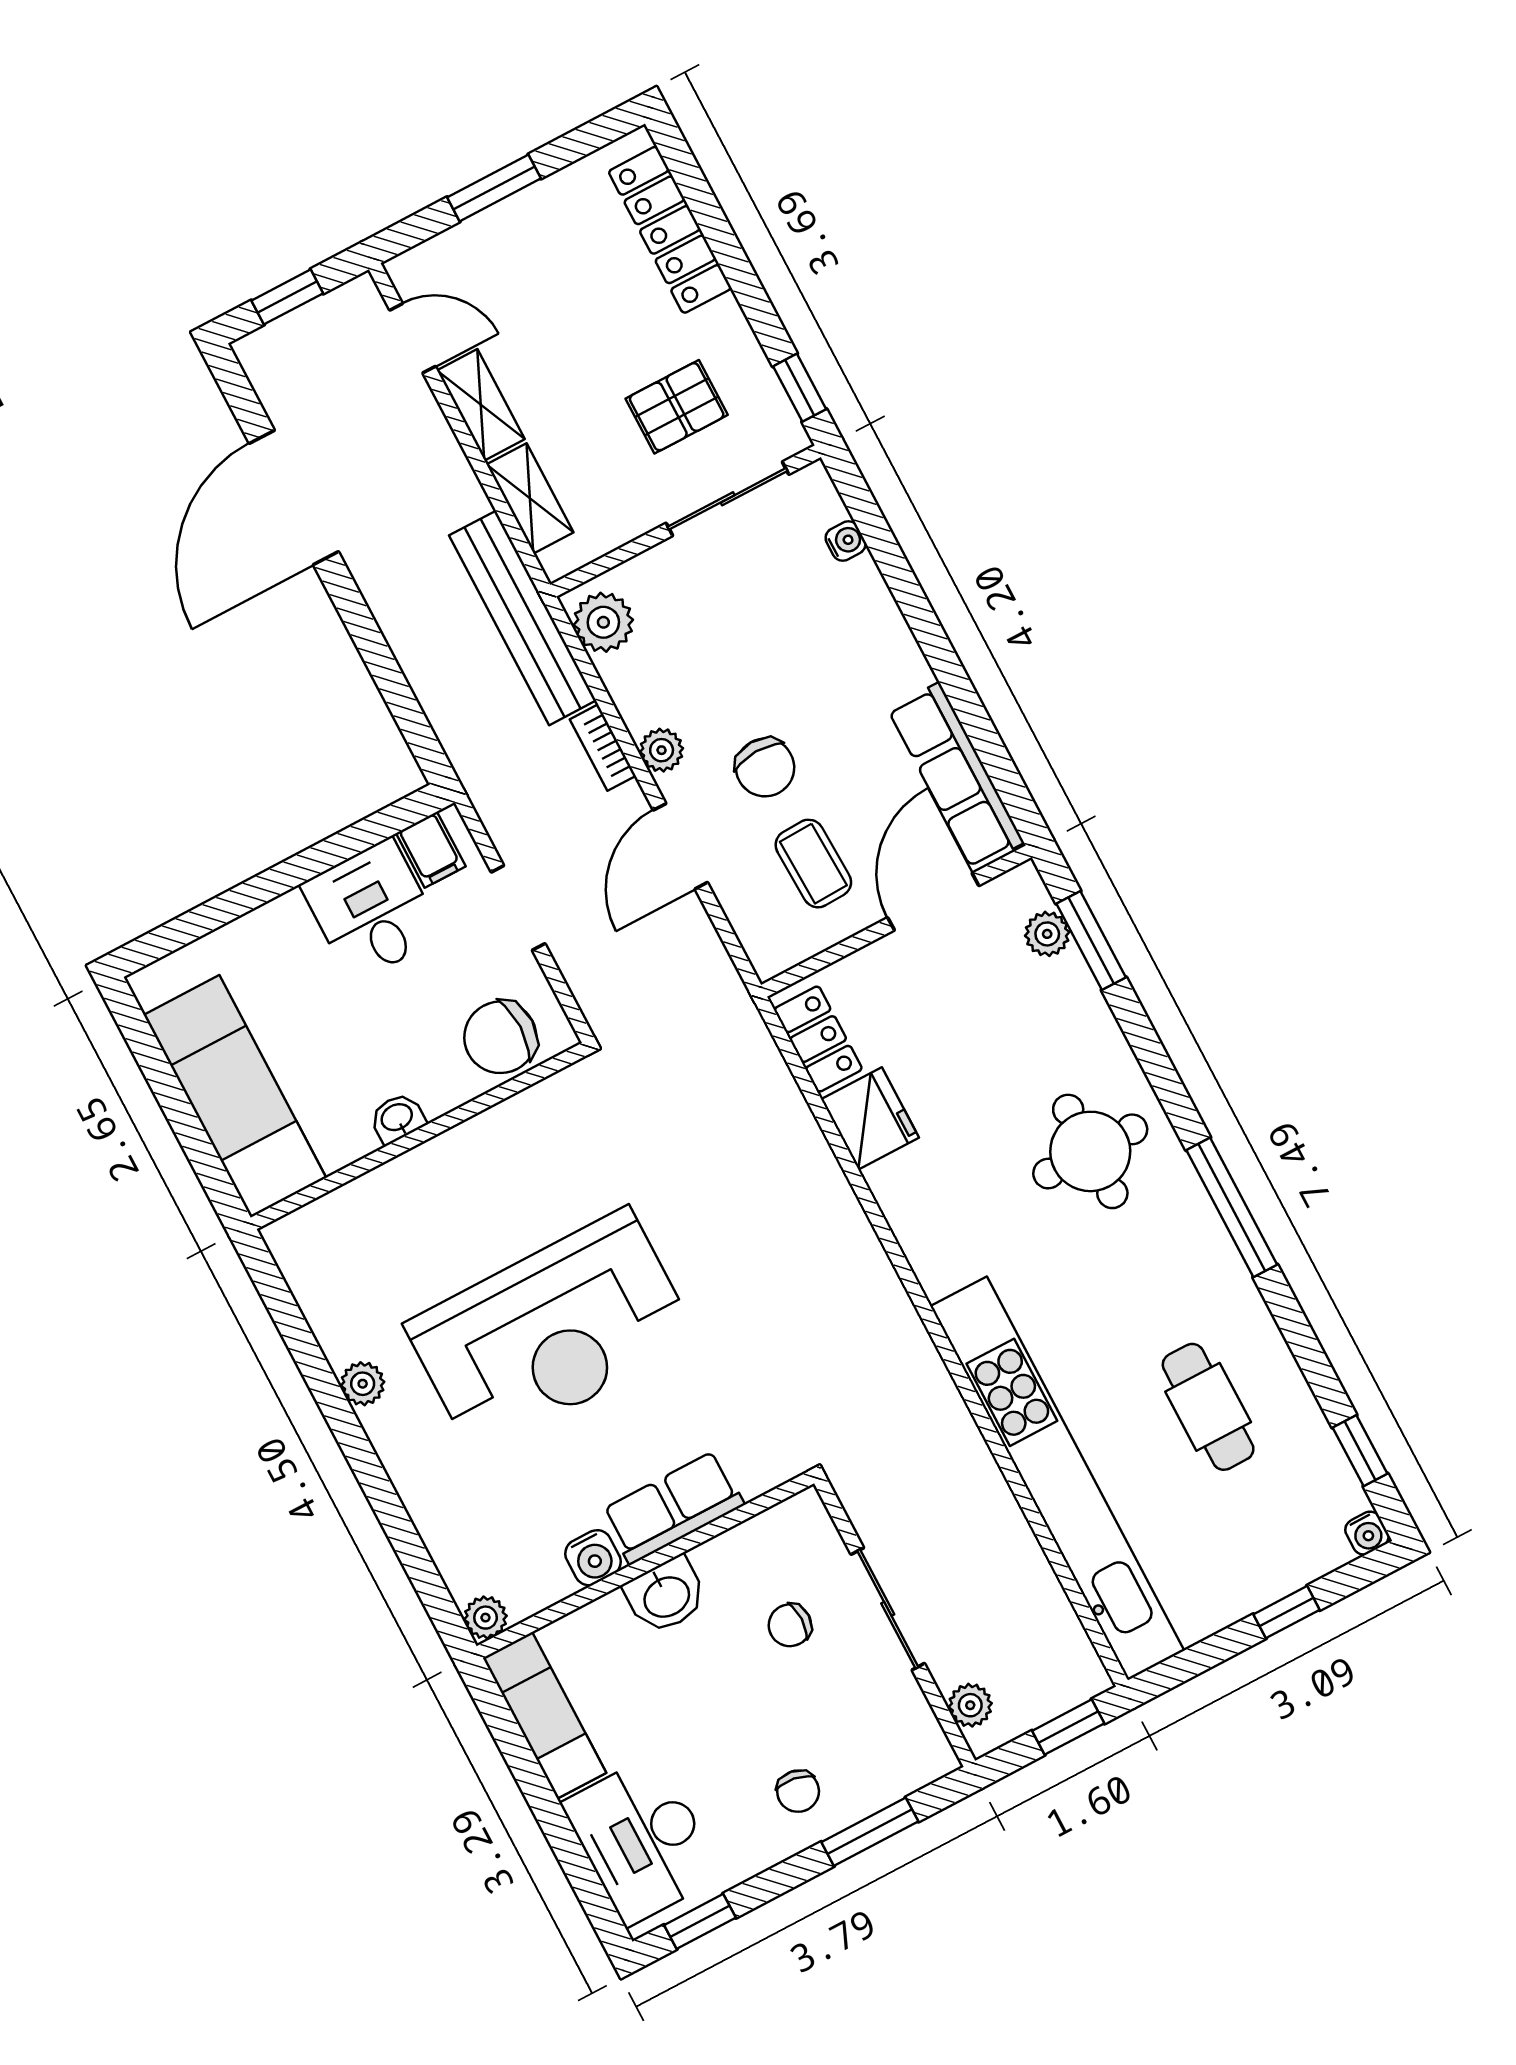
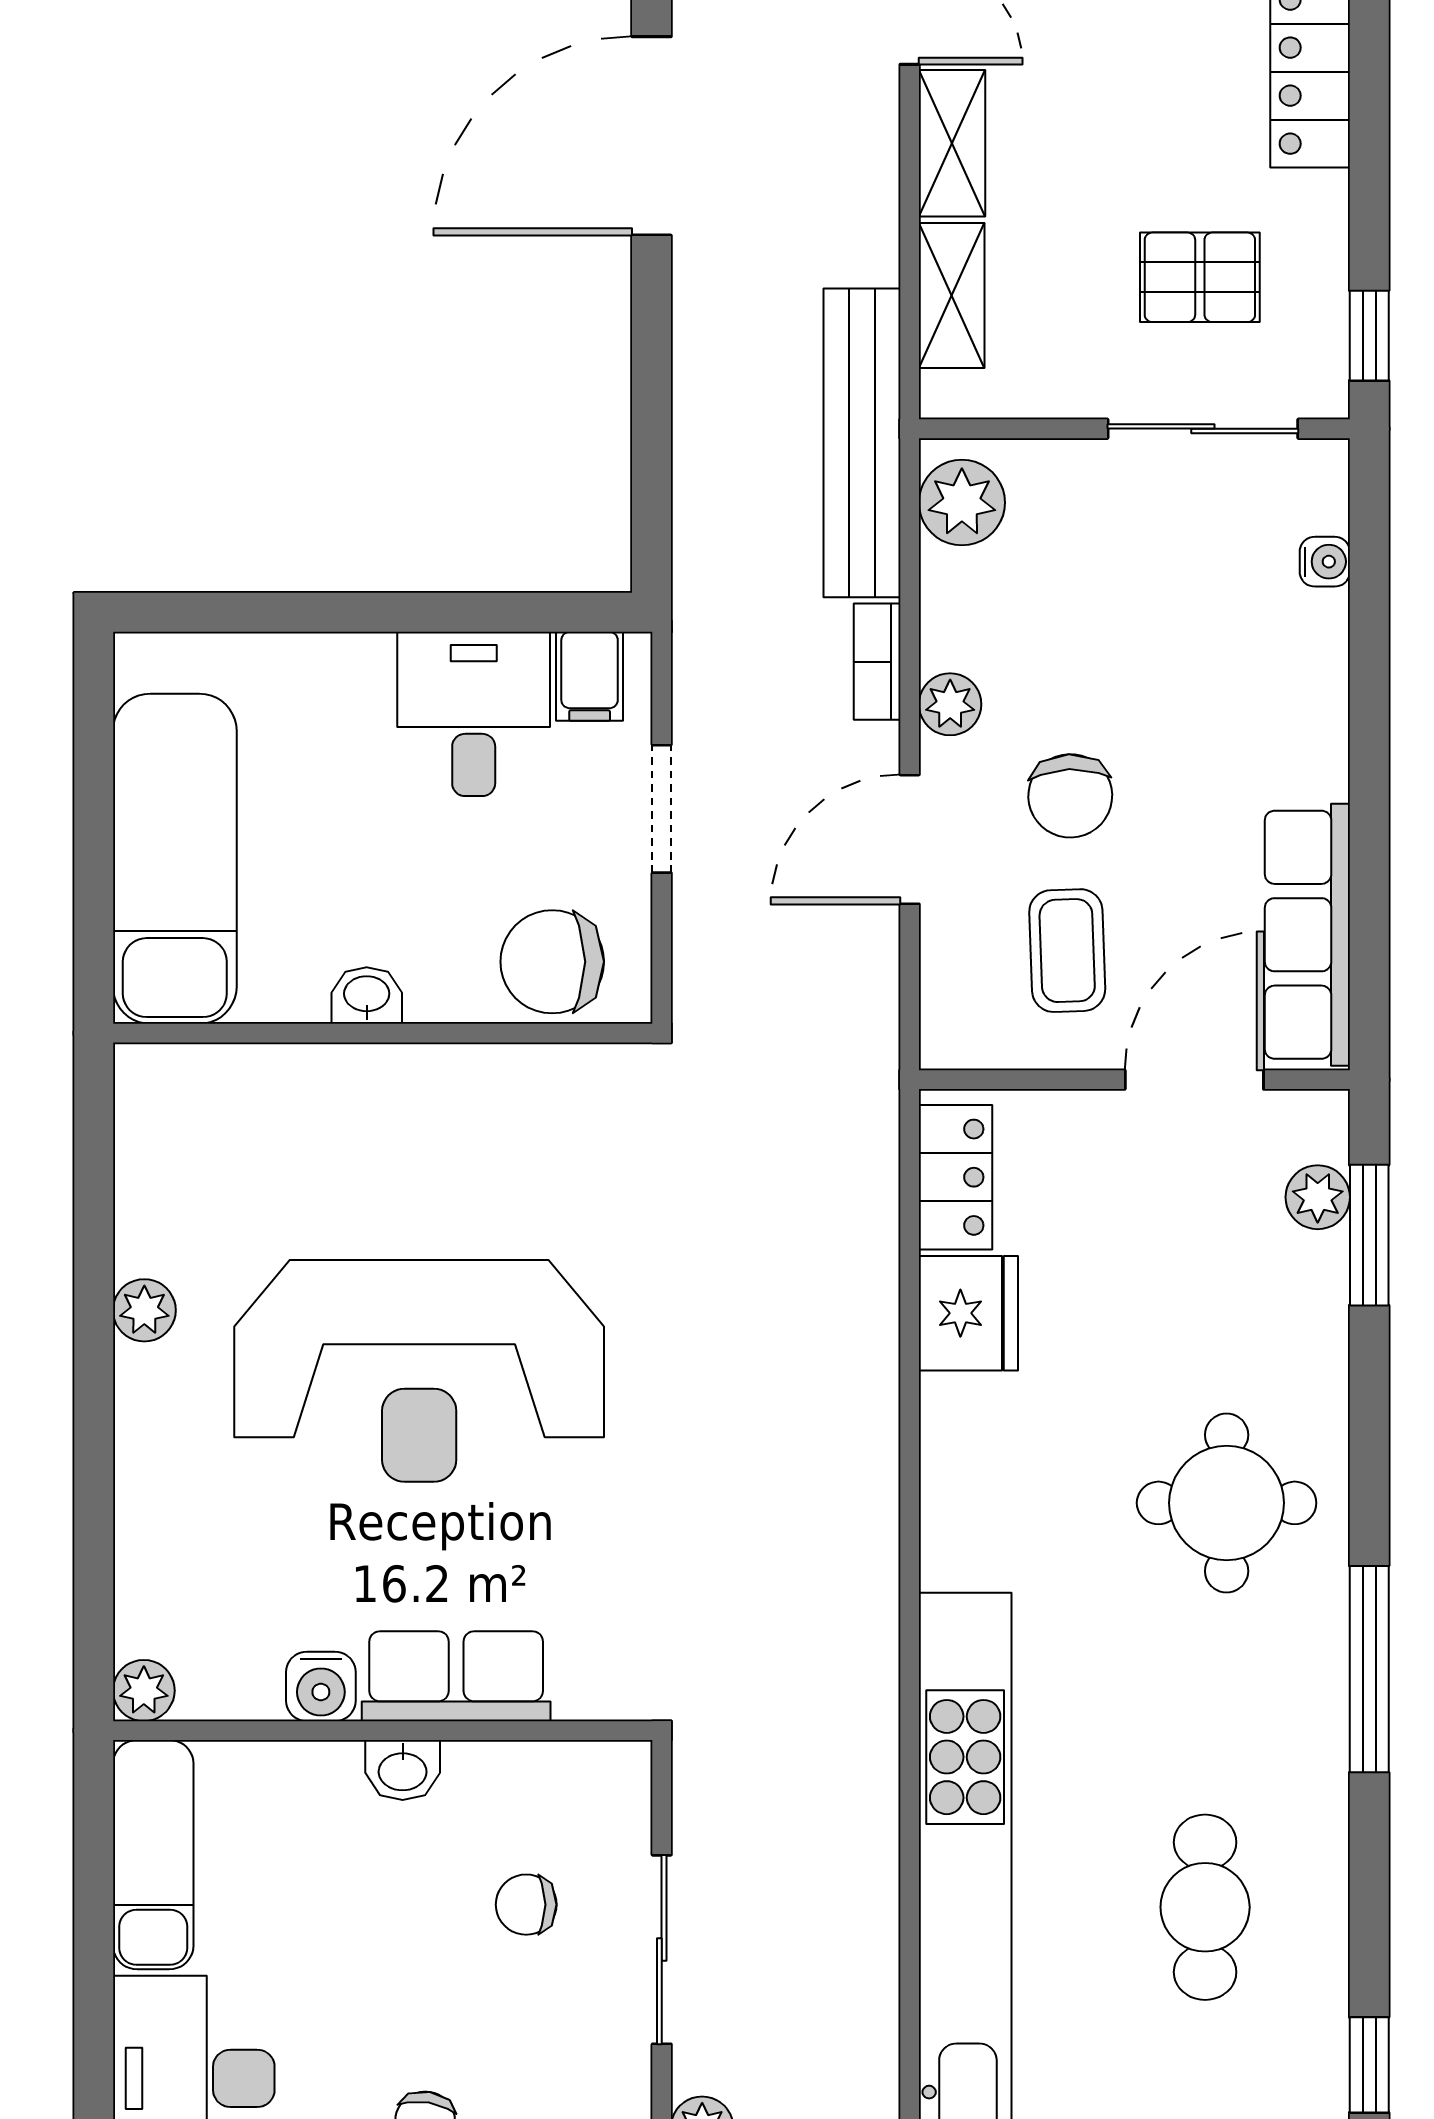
washbasin: (666, 1595) -> (403, 1770), width x0.72, depth x0.69

